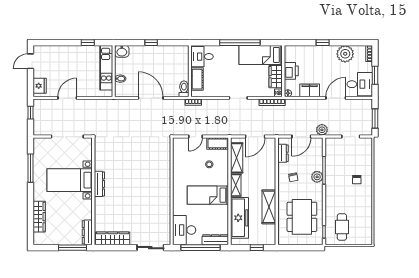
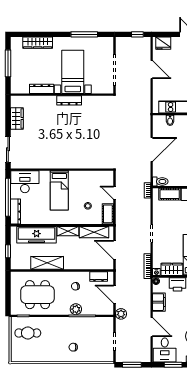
bed: (208, 195) -> (59, 190), moved, turned 180
dresser: (87, 232) -> (42, 89), moved
wardrobe: (113, 238) -> (17, 118), width x0.67
window: (73, 248) -> (8, 63), moved

